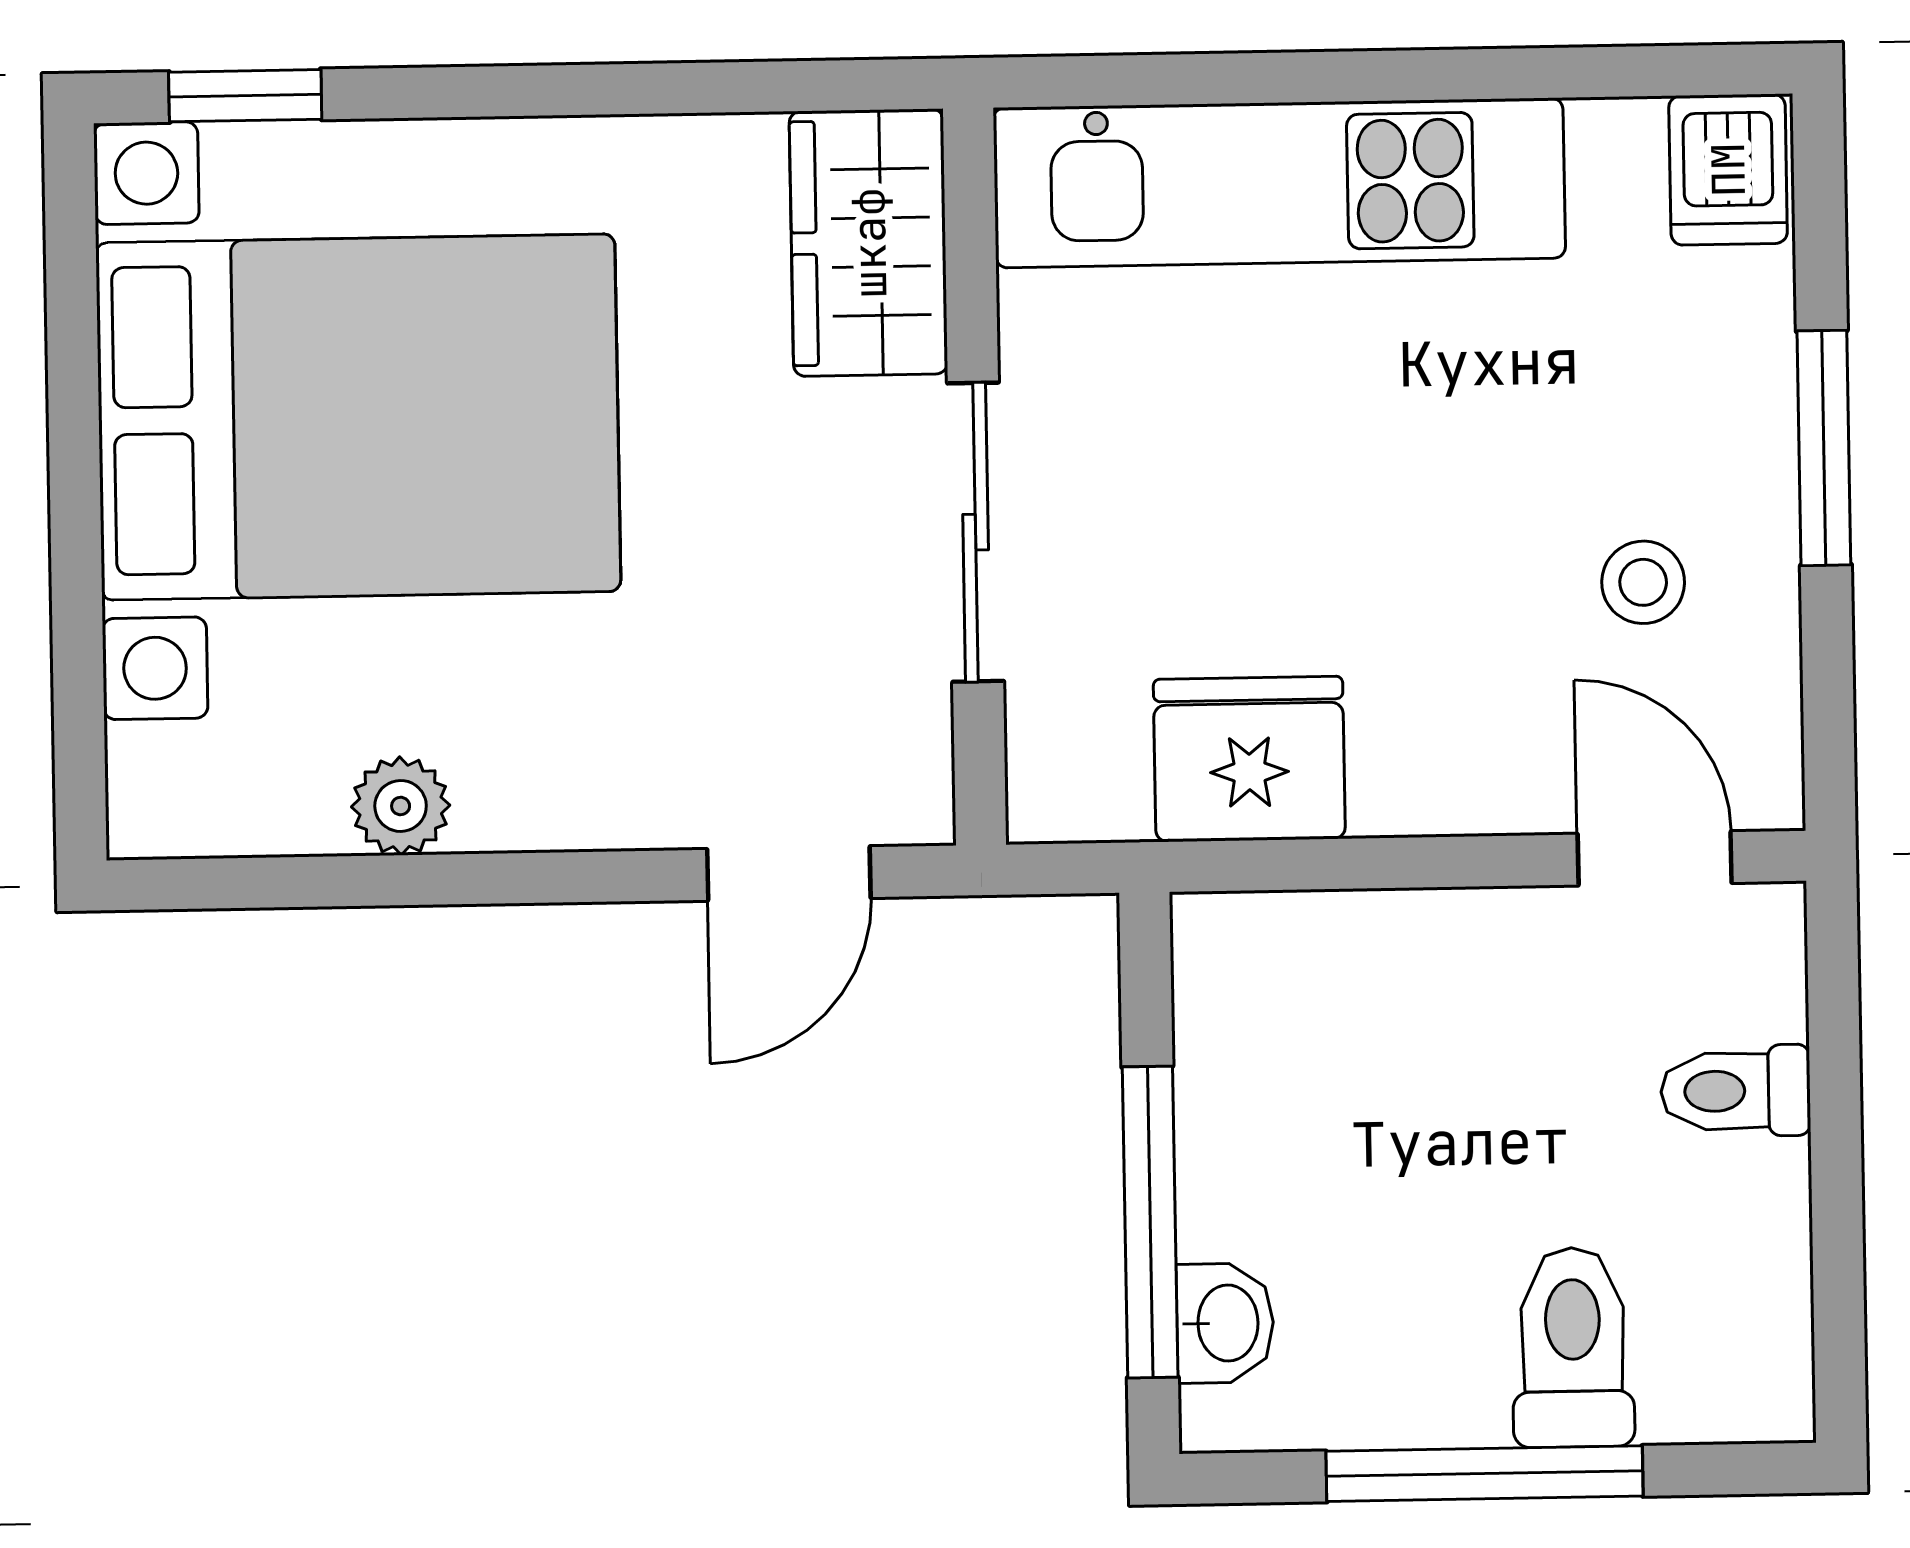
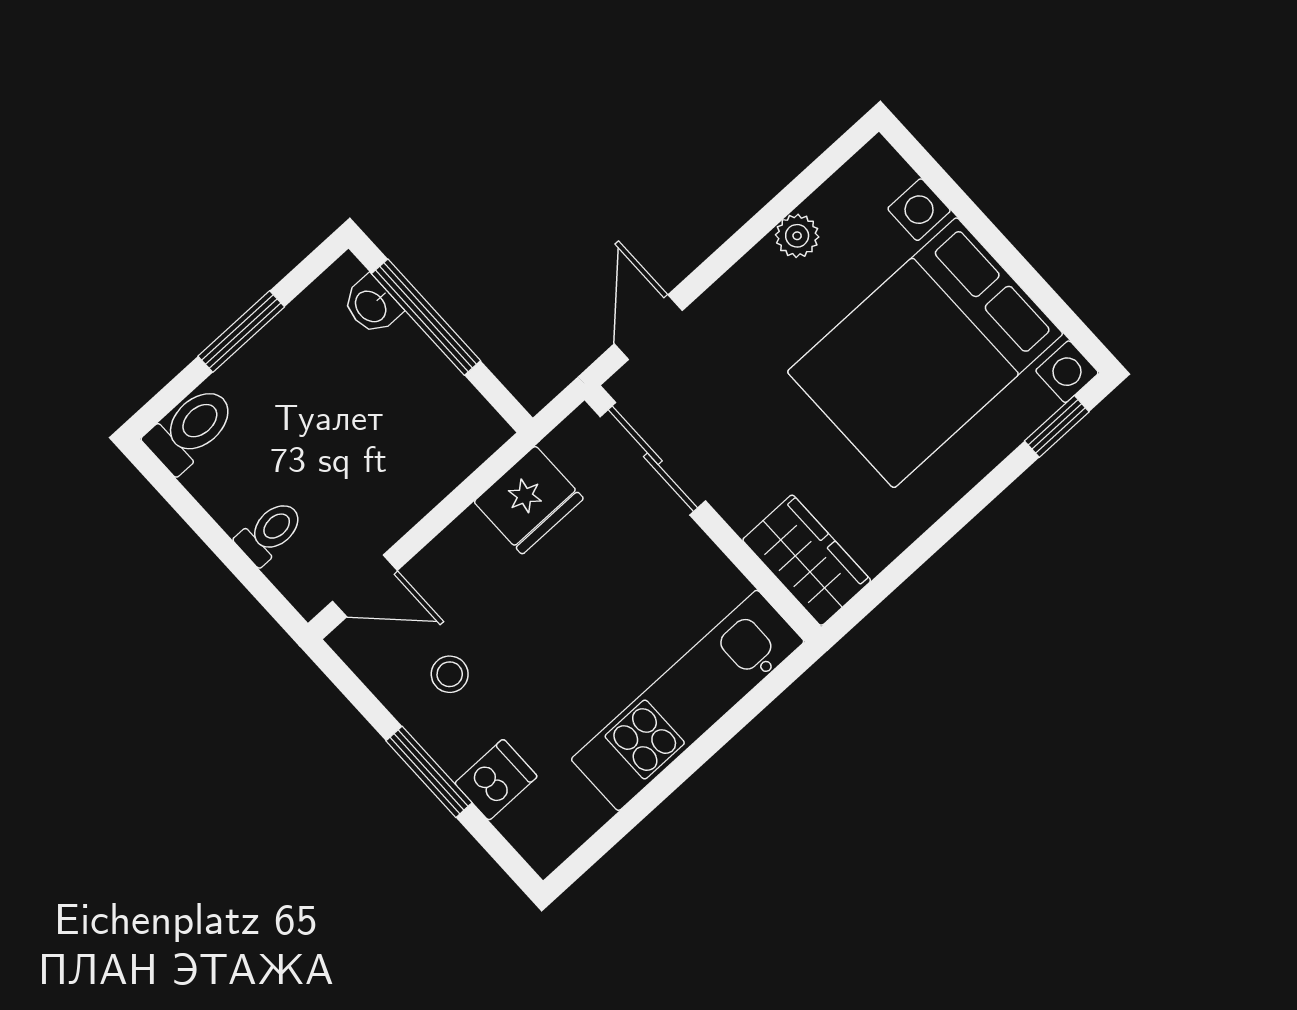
dishwasher: (1728, 170) -> (496, 780), moved, turned 90
sliding door: (976, 532) -> (653, 459), moved
toilet: (1573, 1347) -> (191, 429), moved, turned -90
window: (1485, 1474) -> (241, 332), width x0.69

